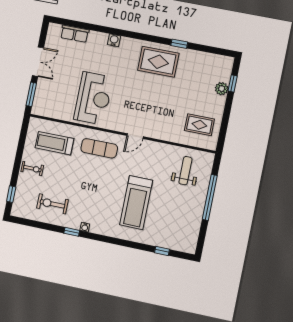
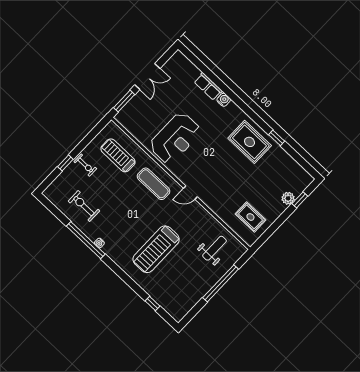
row of seats: (75, 34) -> (208, 86), moved
window: (11, 194) -> (65, 163), moved
window: (72, 232) -> (86, 240), width x3.17

